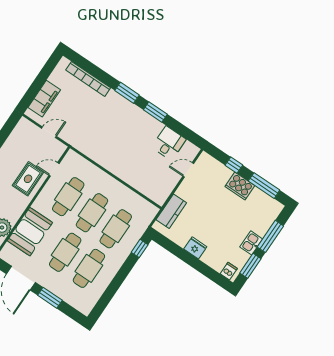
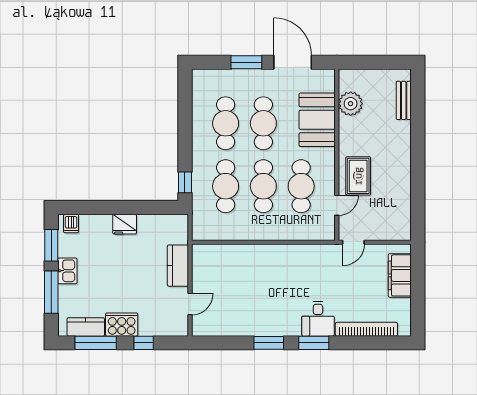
door: (49, 132) -> (353, 242), moved
desk: (169, 143) -> (318, 319), moved
kitchen counter: (264, 200) -> (86, 327), added
kitchen counter: (171, 211) -> (178, 266), moved

